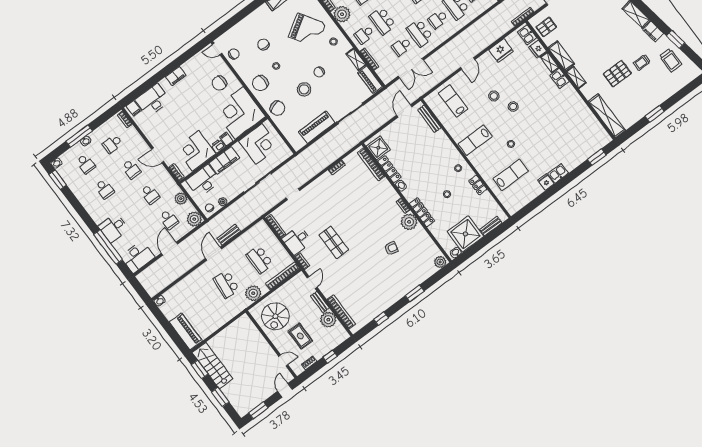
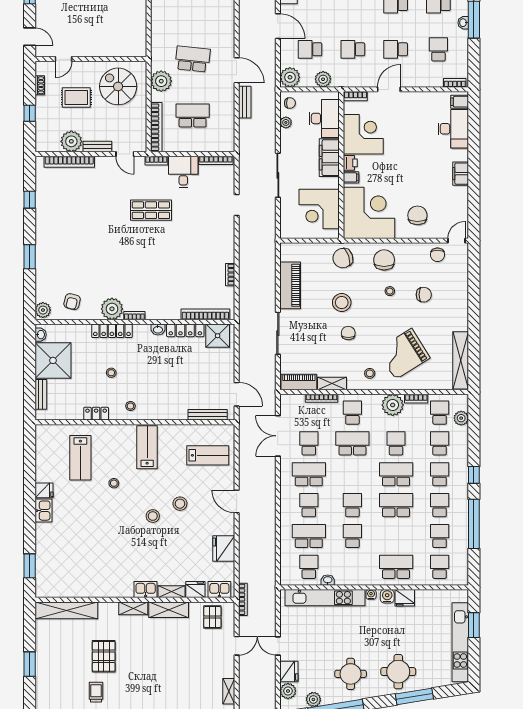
armchair: (391, 248) -> (72, 302), moved

